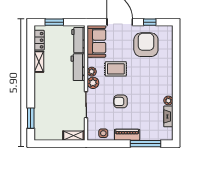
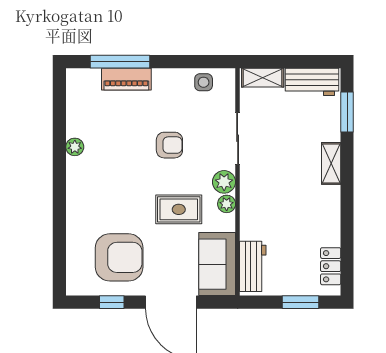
armchair: (146, 45) -> (119, 257), turned -90
shelving: (39, 62) -> (331, 163), moved
workbench: (78, 67) -> (312, 82), moved, turned 90
fireplace: (168, 116) -> (75, 115), removed
piano: (127, 135) -> (126, 79), moved

